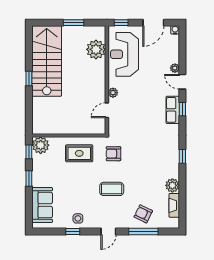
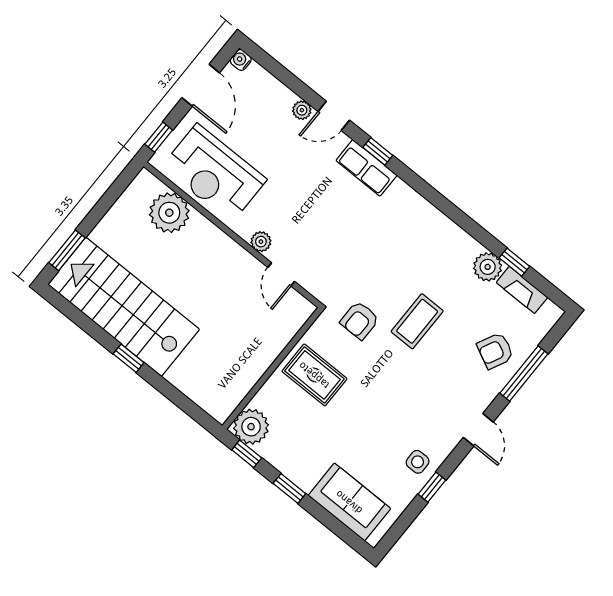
window: (73, 23) -> (67, 250), moved
rug: (79, 153) -> (314, 375), turned 90
window: (182, 156) -> (514, 262), moved
coffee table: (112, 189) -> (417, 321), moved

